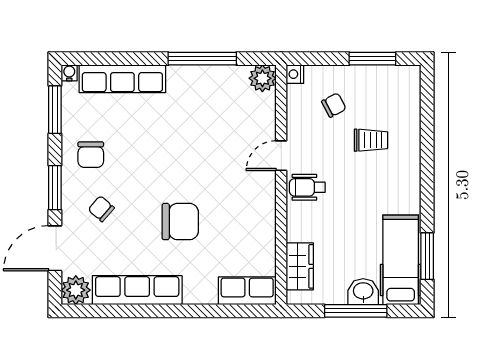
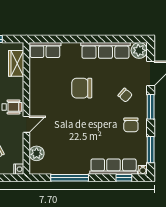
window: (104, 59) -> (124, 178), added
plant: (262, 78) -> (37, 153), moved
chair: (91, 155) -> (131, 125), turned 180

